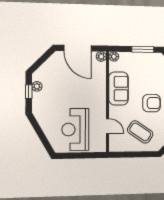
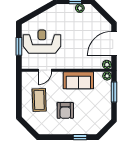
window: (143, 49) -> (114, 92), moved
coffee table: (140, 132) -> (39, 100), turned -36
window: (81, 155) -> (19, 46), added

